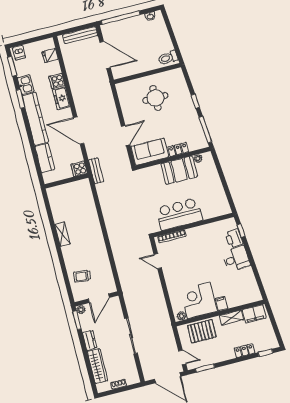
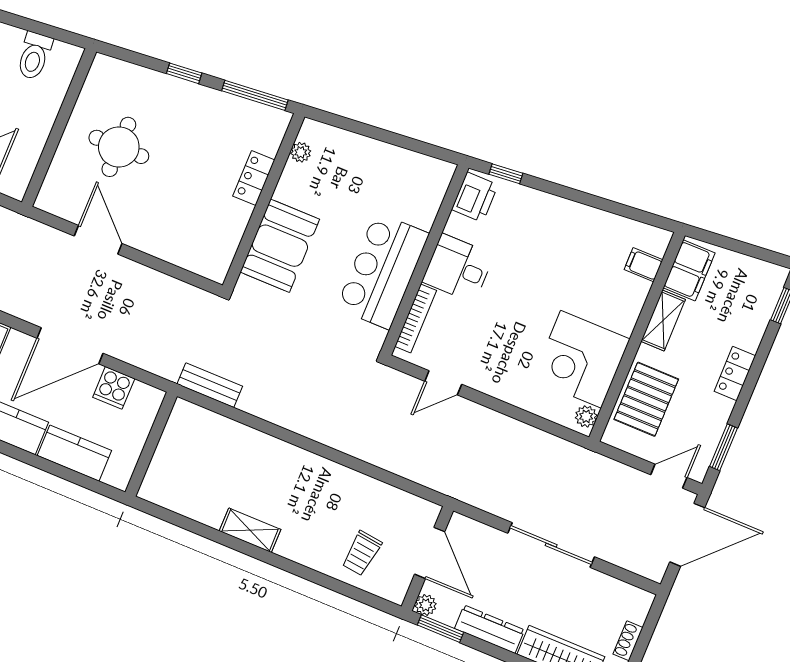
toilet: (168, 58) -> (34, 56), moved
door: (126, 135) -> (98, 240), moved
sofa: (150, 152) -> (216, 237), removed
cooker: (79, 169) -> (114, 388), moved
booth: (179, 170) -> (280, 246), moved
bench: (96, 171) -> (210, 385), moved
printer: (234, 238) -> (475, 197), moved, turned -85
desk: (236, 259) -> (458, 268), moved, turned -85
filing cabinet: (221, 304) -> (643, 265), moved
dresser: (90, 340) -> (490, 629), width x1.44
locker: (244, 351) -> (735, 373), moved

